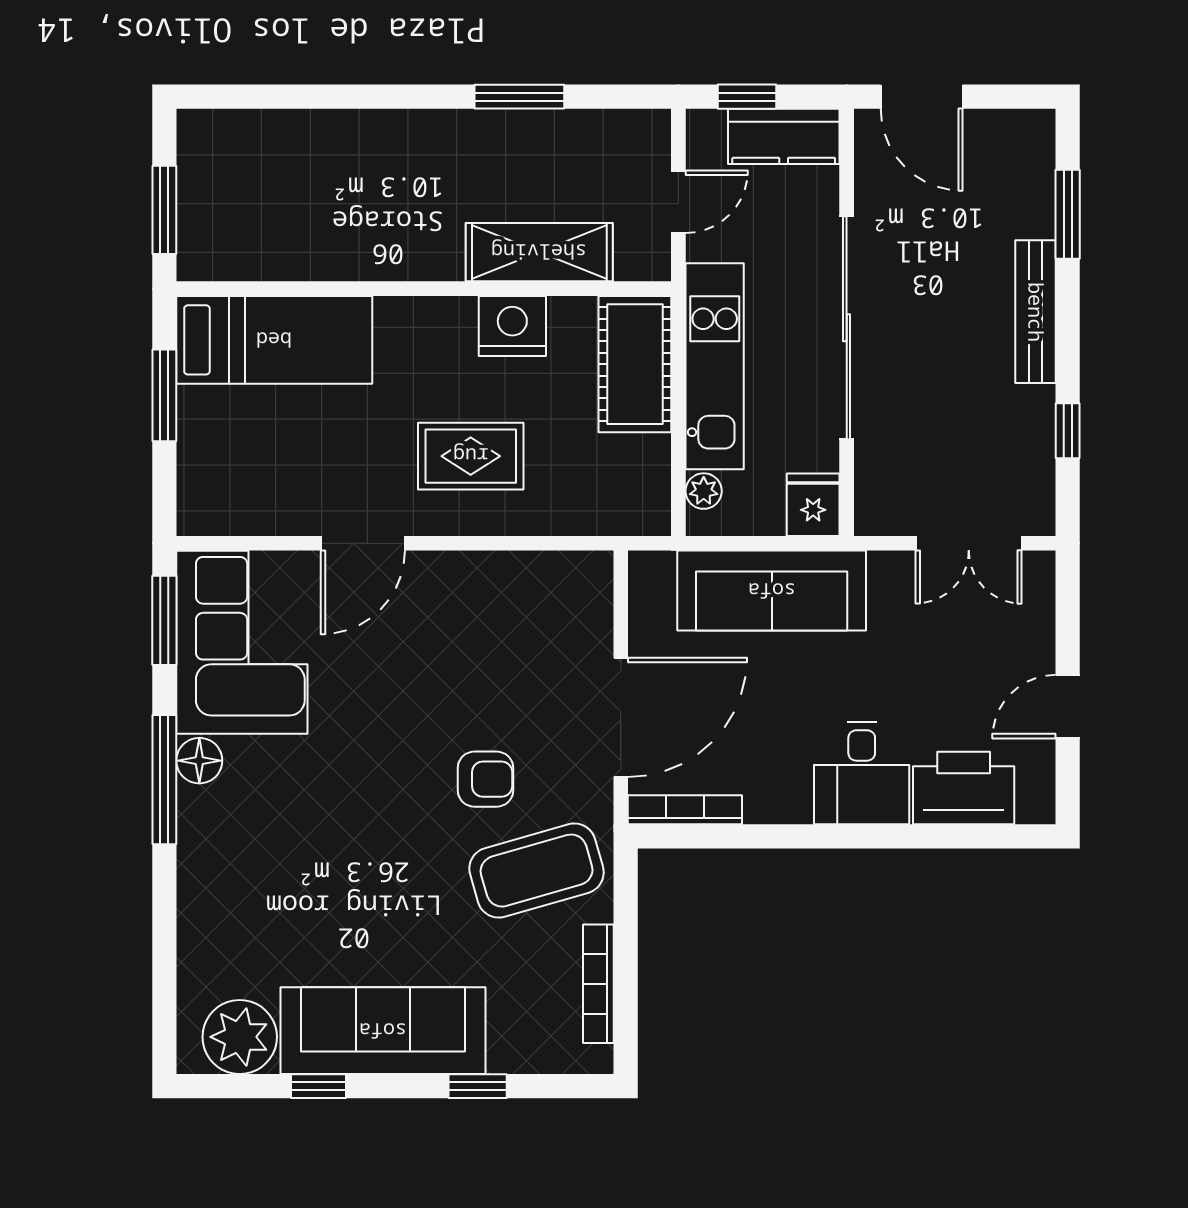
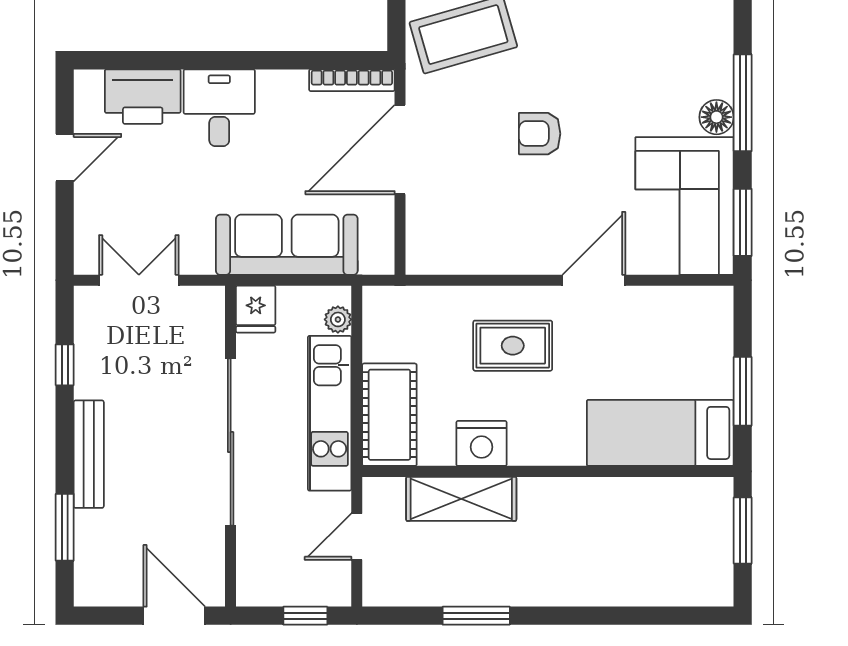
kitchen counter: (784, 136) -> (278, 586), removed
armchair: (485, 779) -> (540, 134), moved

